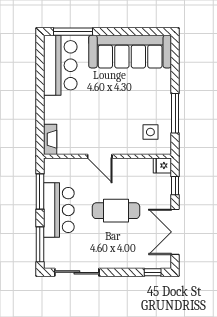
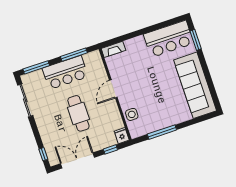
window: (73, 32) -> (196, 40), width x0.69
side table: (150, 132) -> (132, 114), moved

